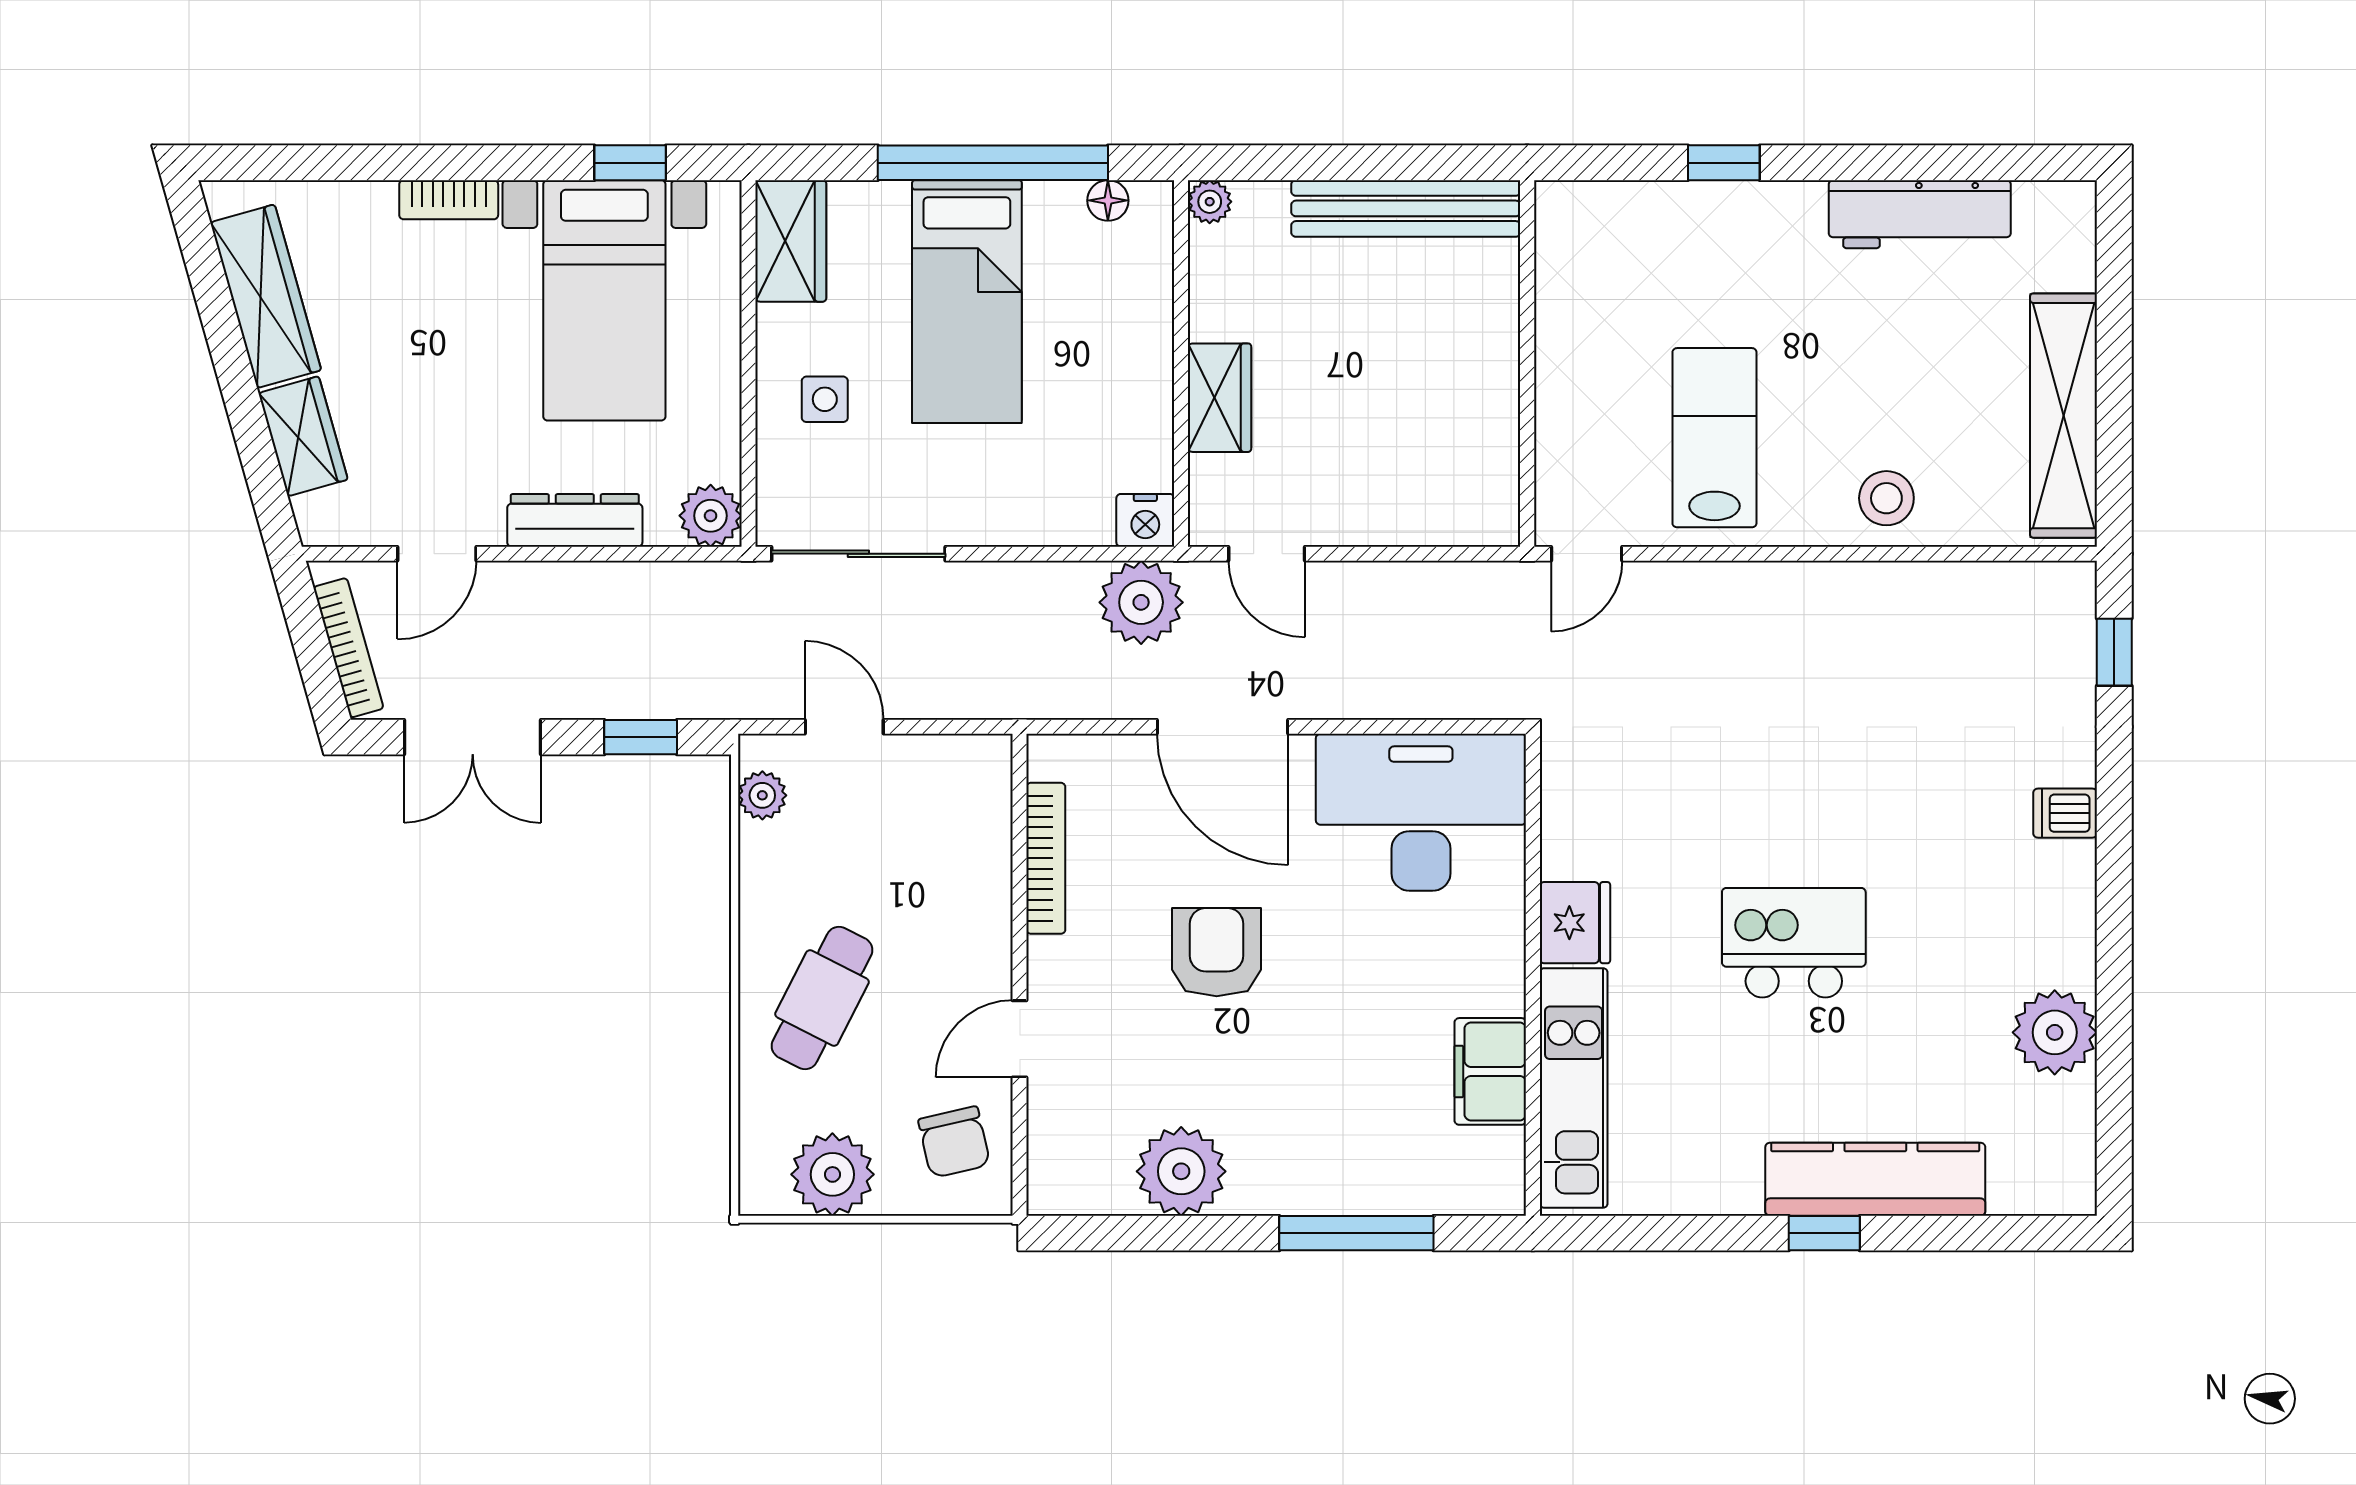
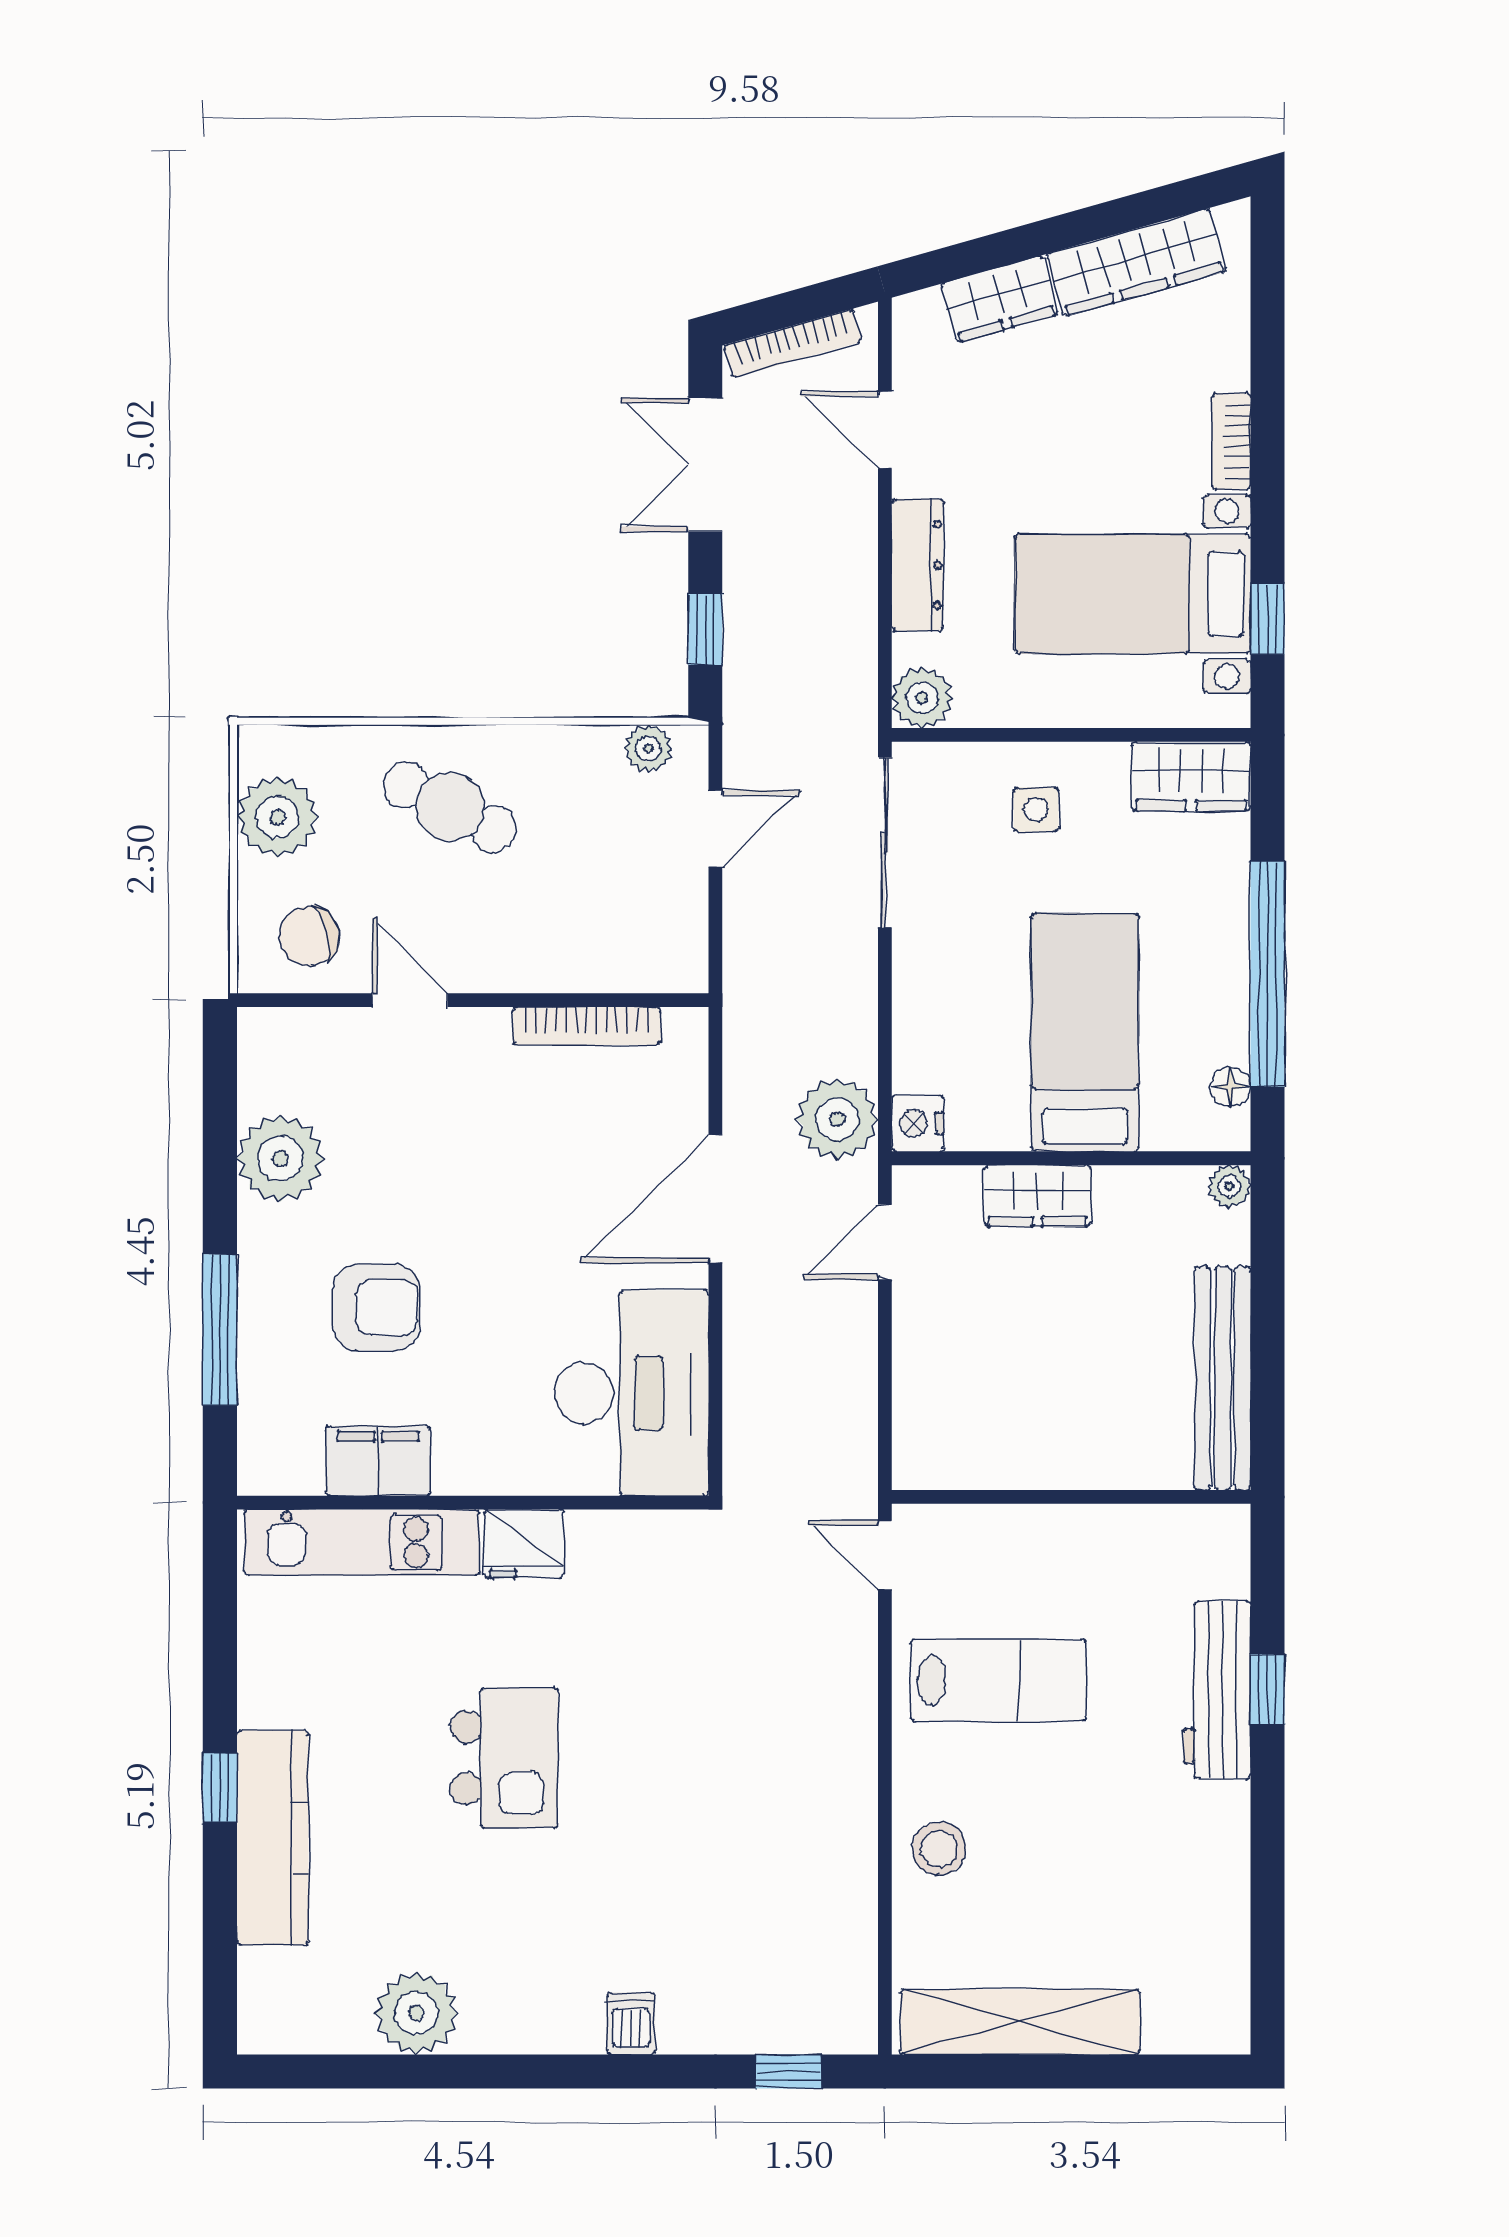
workbench: (1920, 214) -> (1217, 1690), moved
bed: (967, 302) -> (1085, 1032), moved, turned 90
armchair: (1217, 952) -> (376, 1307), moved

